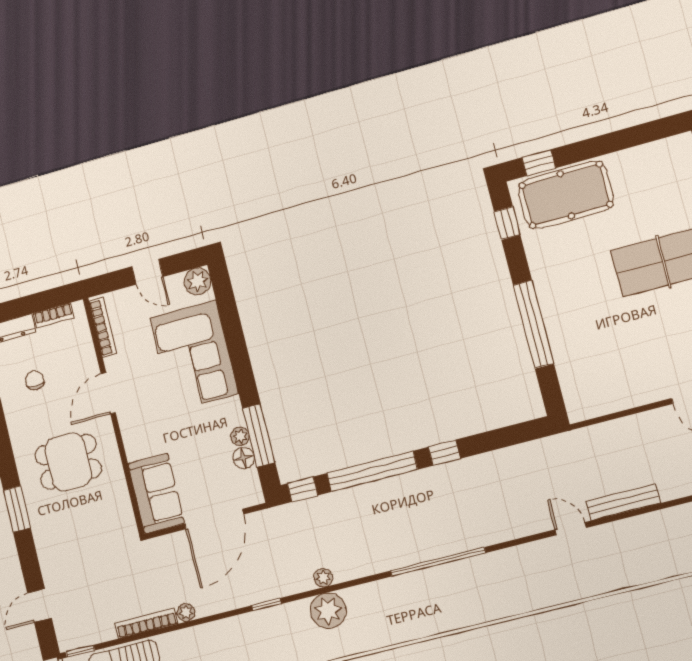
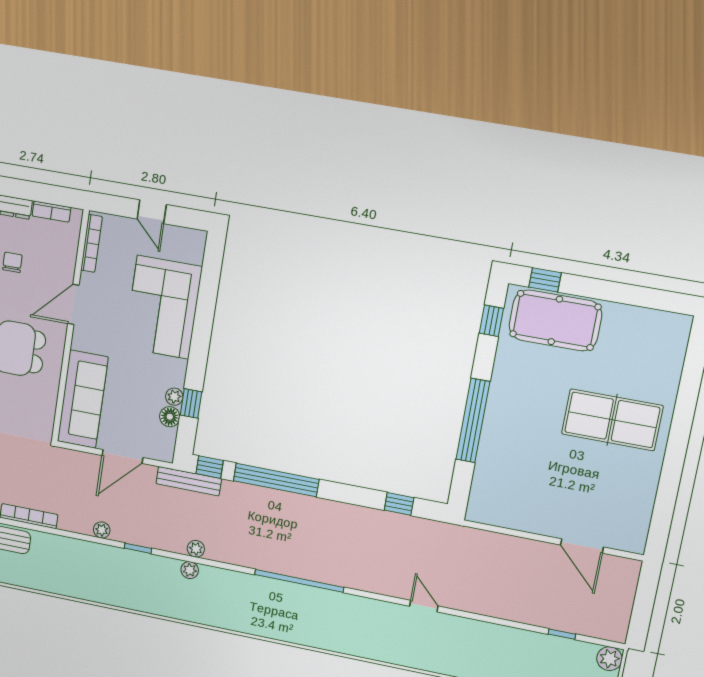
plant: (198, 281) -> (193, 242), removed
window: (259, 435) -> (191, 403), width x0.46
window: (444, 453) -> (399, 504), moved
sofa: (156, 493) -> (83, 399), width x1.36
bench: (623, 502) -> (189, 481), moved
door: (214, 519) -> (123, 456), width x0.73
plant: (328, 611) -> (190, 570), width x0.53, depth x0.53
plant: (186, 612) -> (102, 530), moved

